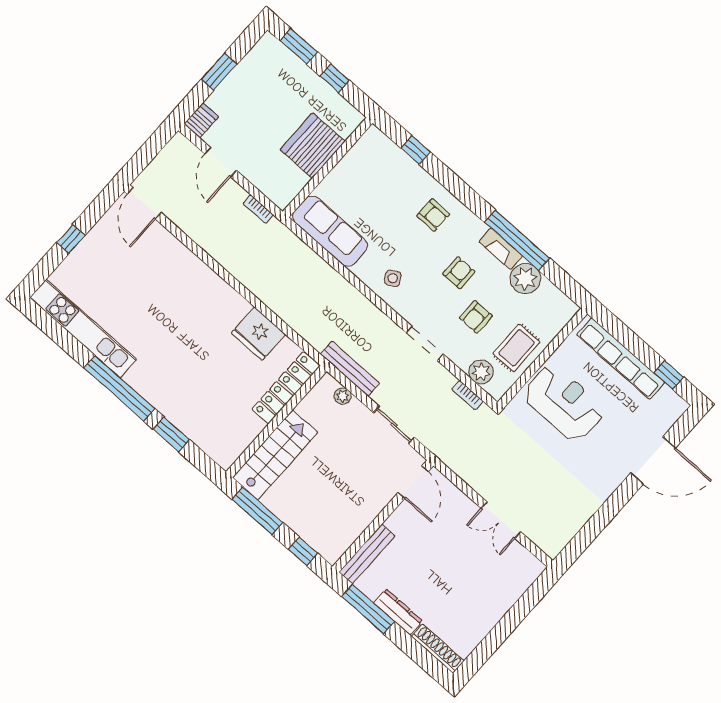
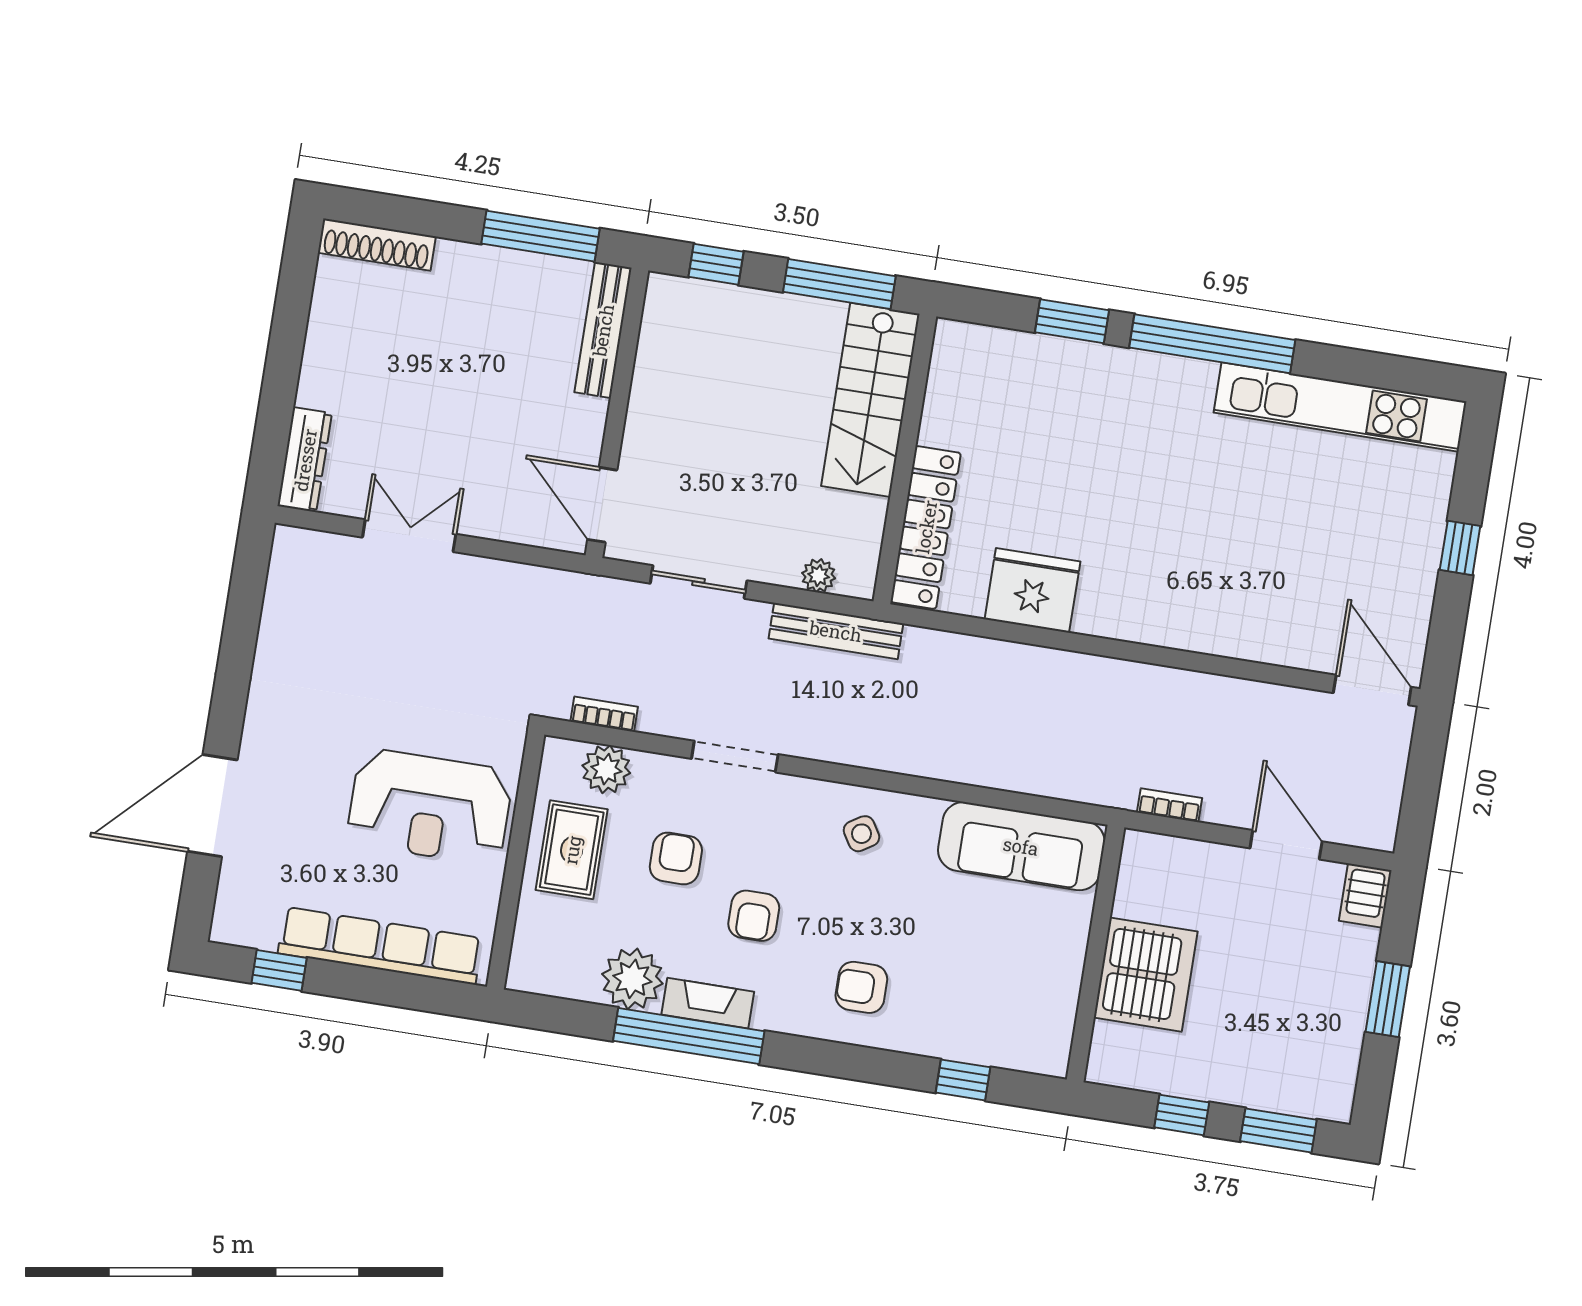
dresser: (398, 612) -> (305, 460), moved, turned -90

